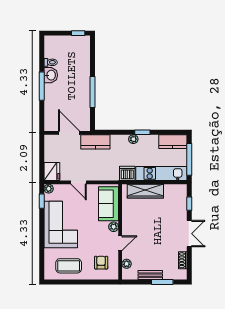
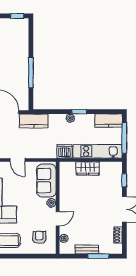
wardrobe: (145, 191) -> (88, 168), width x0.67

